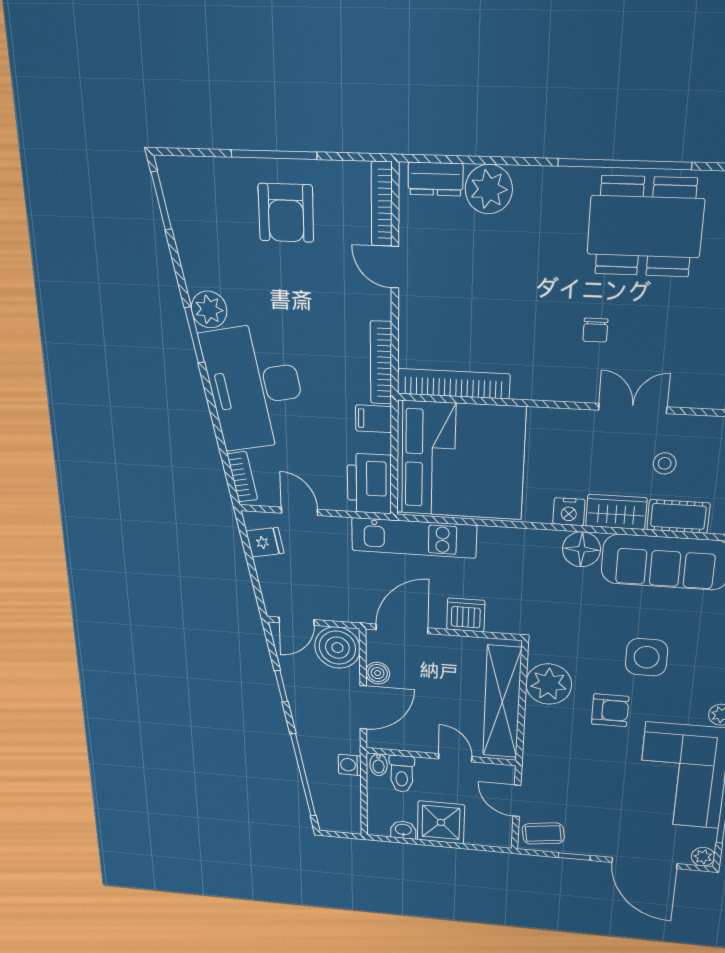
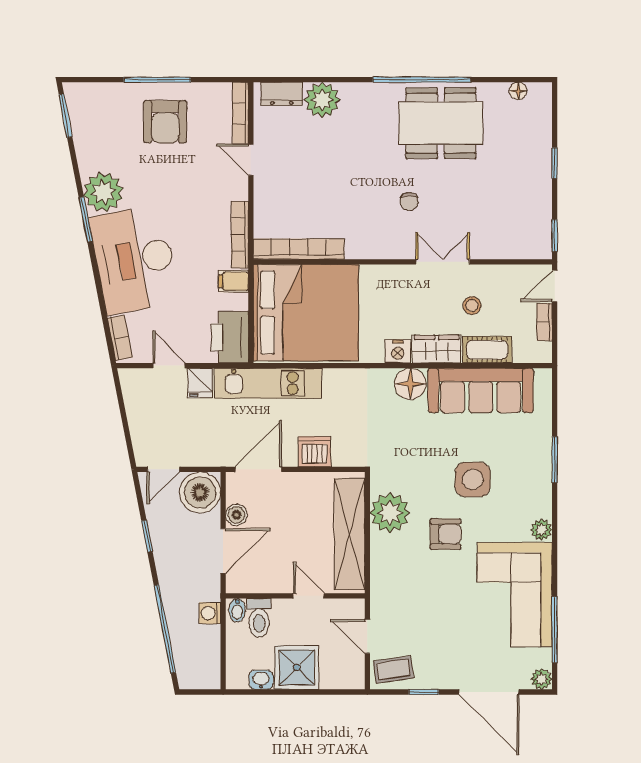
plant: (209, 310) -> (103, 192), width x1.36, depth x1.36
fridge: (265, 542) -> (200, 383), moved, turned 101

